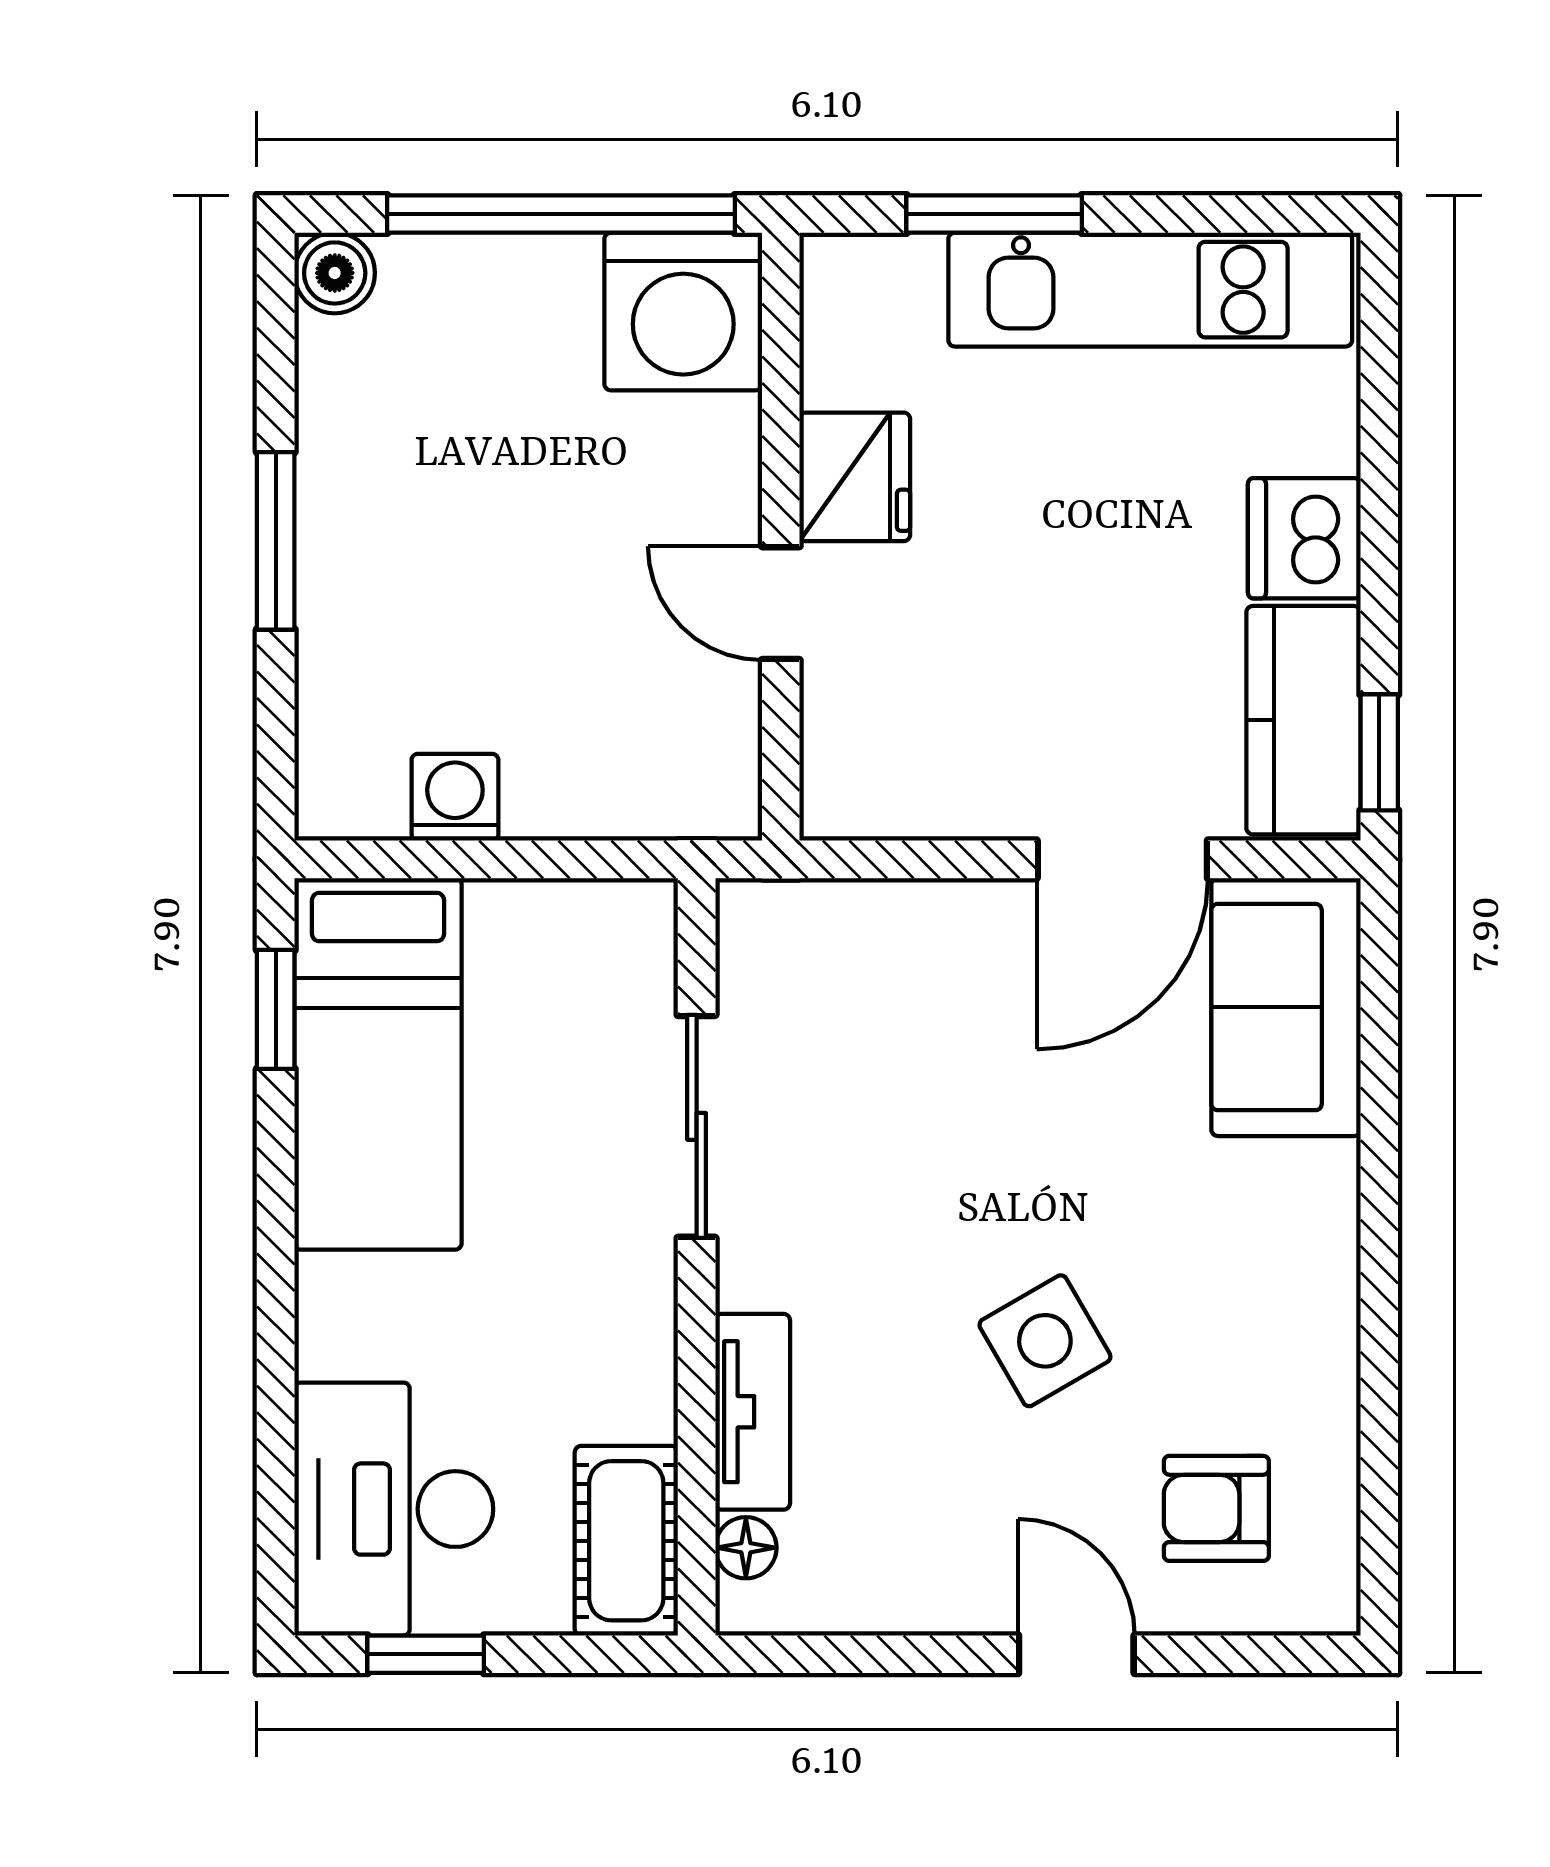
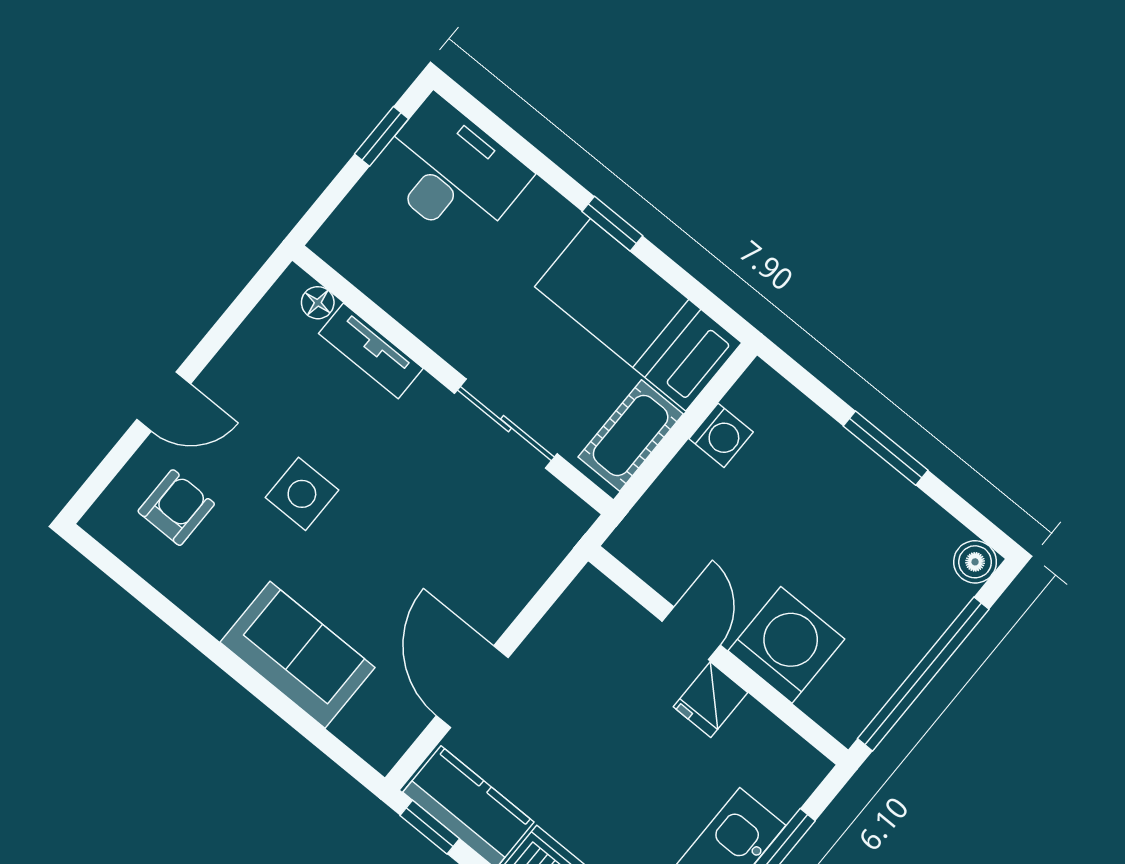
washing machine: (683, 312) -> (786, 645), moved, turned 90
fridge: (855, 477) -> (710, 700), width x0.72
door: (781, 603) -> (691, 633), hinge flipped
sofa: (1286, 1007) -> (298, 655), moved
window: (276, 1009) -> (612, 224), moved
side table: (1045, 1341) -> (302, 494), turned 30
cot: (626, 1541) -> (631, 435), moved, turned 90

